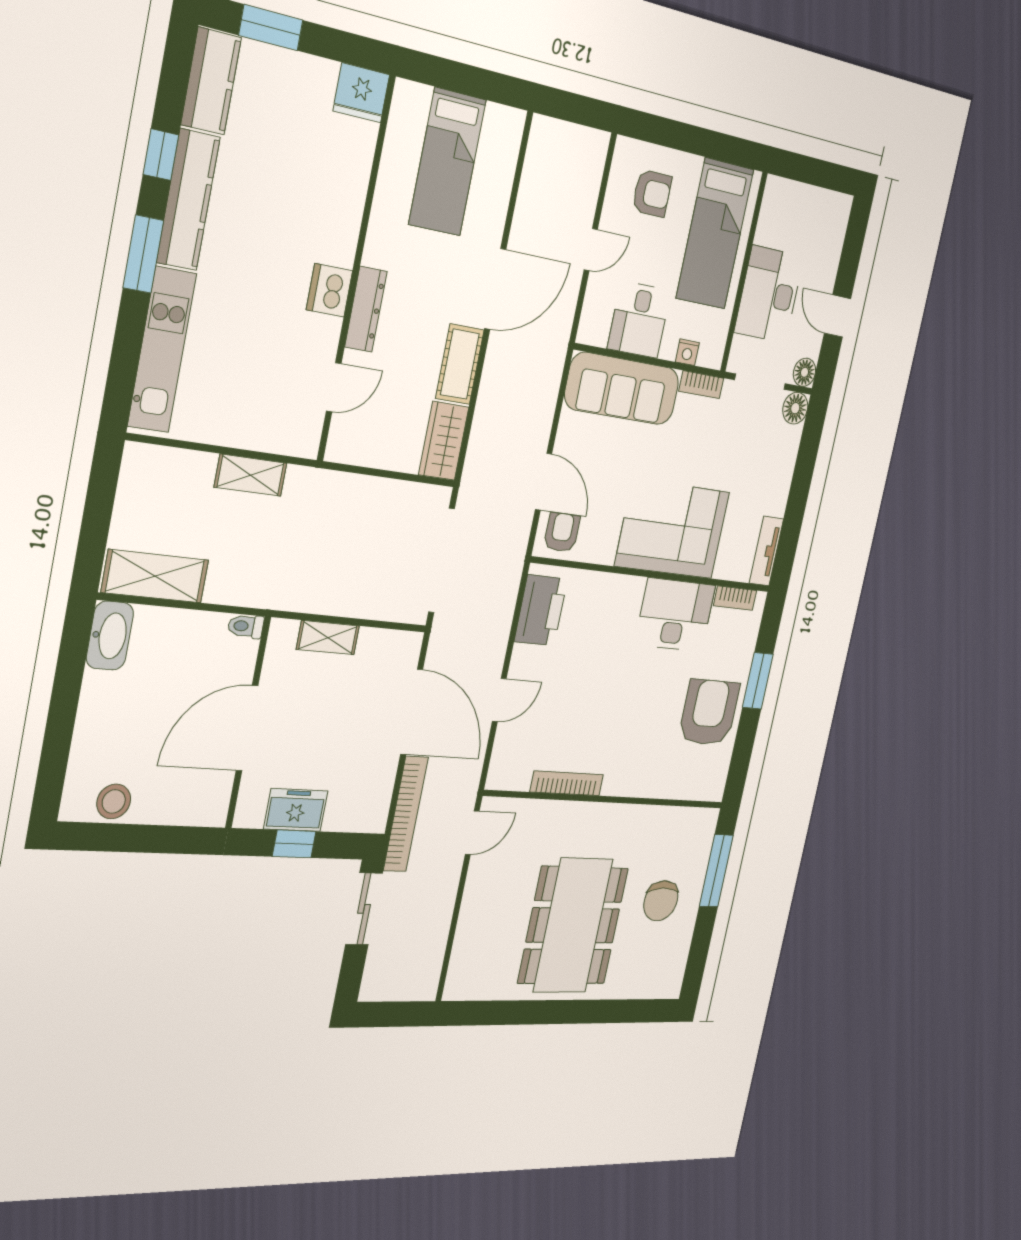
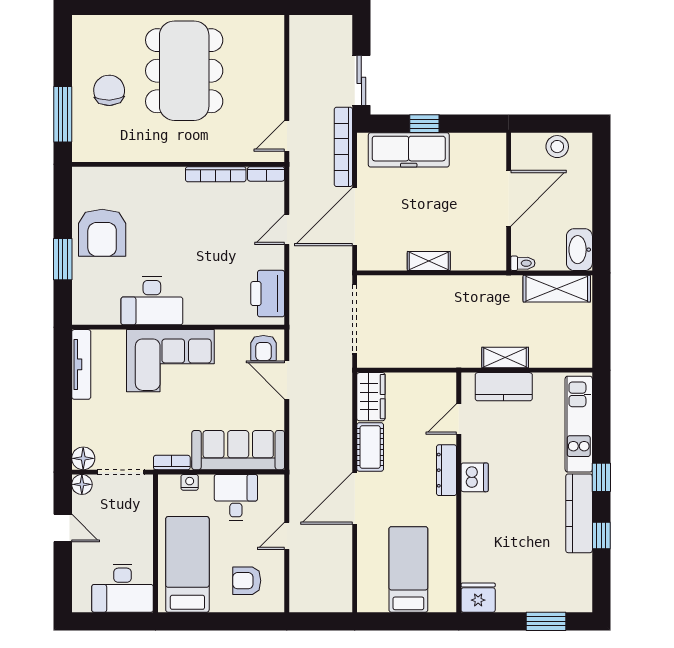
kitchen counter: (211, 81) -> (504, 387), moved, turned -90
window: (143, 254) -> (601, 477), width x0.67
desk: (769, 294) -> (123, 588), moved, turned 90
tv unit: (766, 551) -> (81, 364), width x1.41
bookcase: (735, 598) -> (266, 174), moved, turned 180
toilet: (246, 626) -> (523, 263), moved
door: (412, 712) -> (355, 217), hinge flipped
wall: (248, 723) -> (509, 202), moved
door: (247, 728) -> (509, 198), moved
freezer: (296, 810) -> (409, 150), width x1.91, depth x1.26

